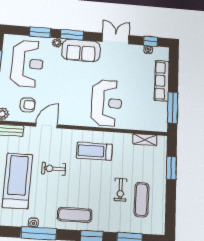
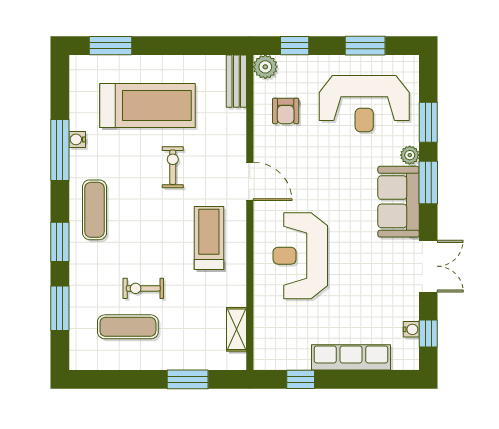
reception desk: (107, 103) -> (300, 256), turned 90
window: (173, 108) -> (301, 379), width x0.46
door: (47, 125) -> (250, 181), moved

